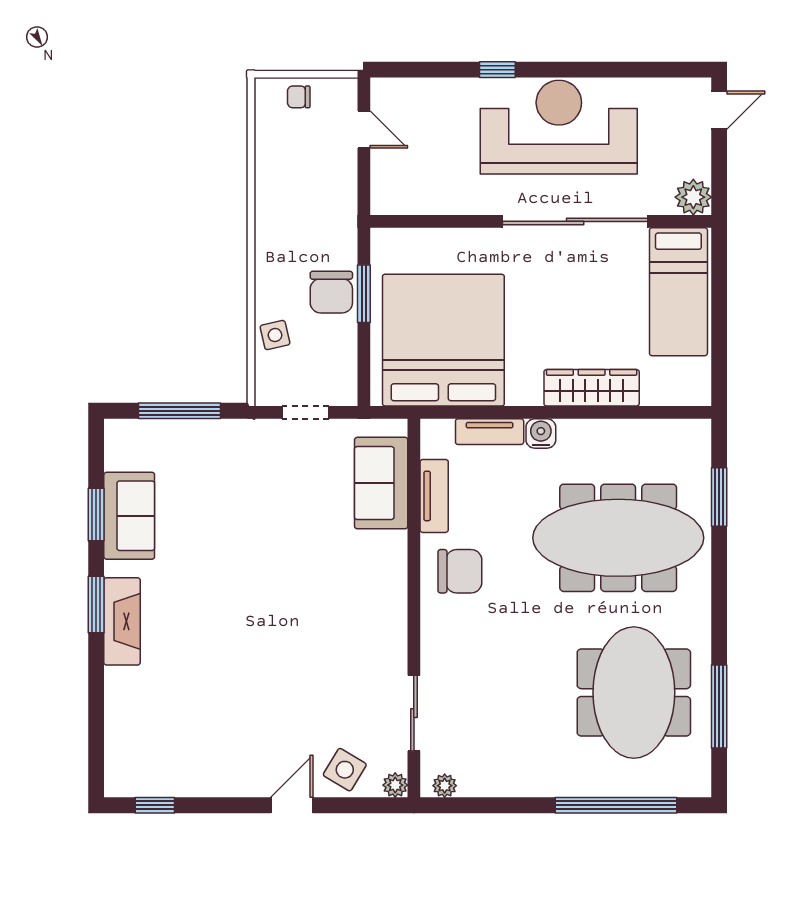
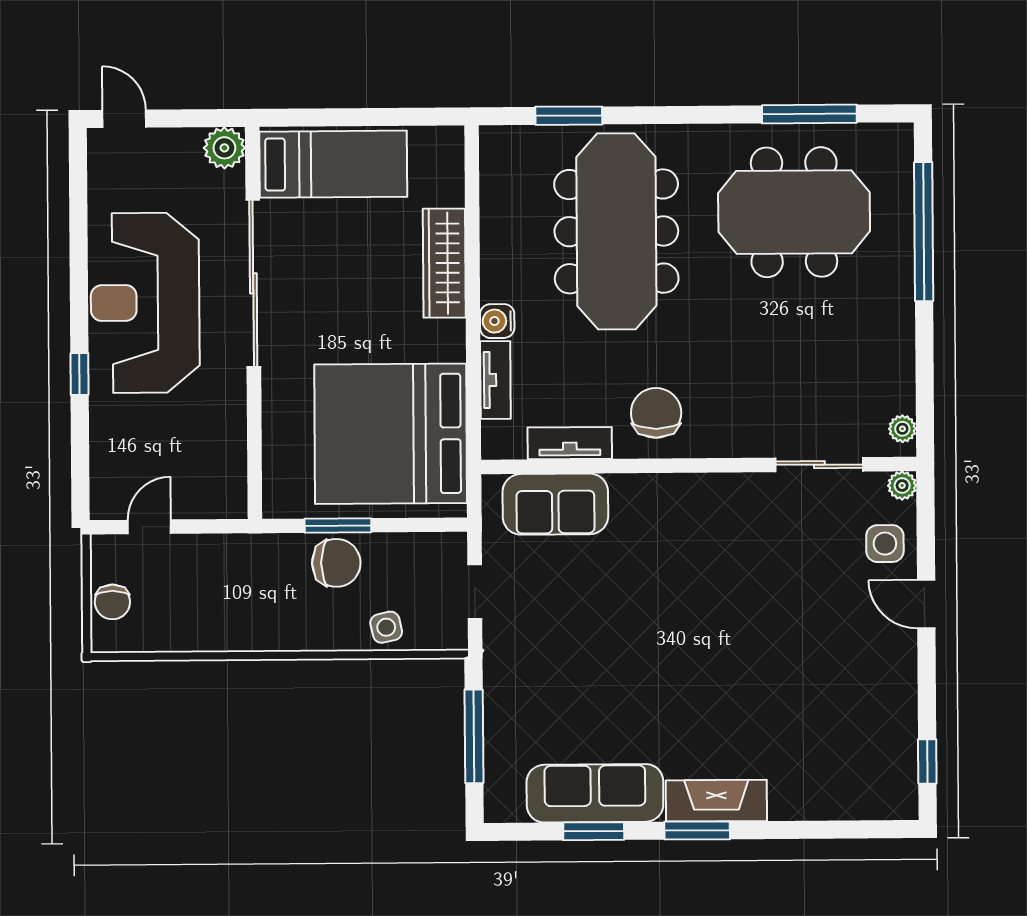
chair: (299, 97) -> (112, 602), width x1.37, depth x1.37
sofa: (129, 516) -> (595, 793), width x1.36
side table: (345, 770) -> (885, 544), turned -31

